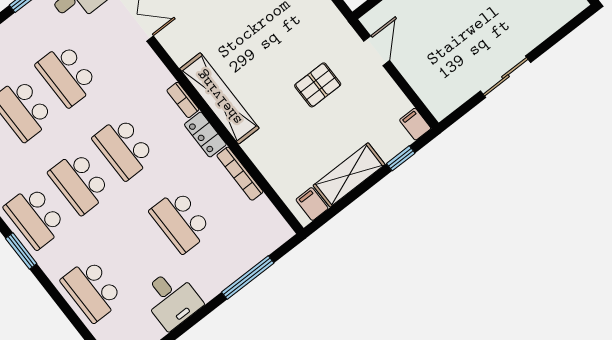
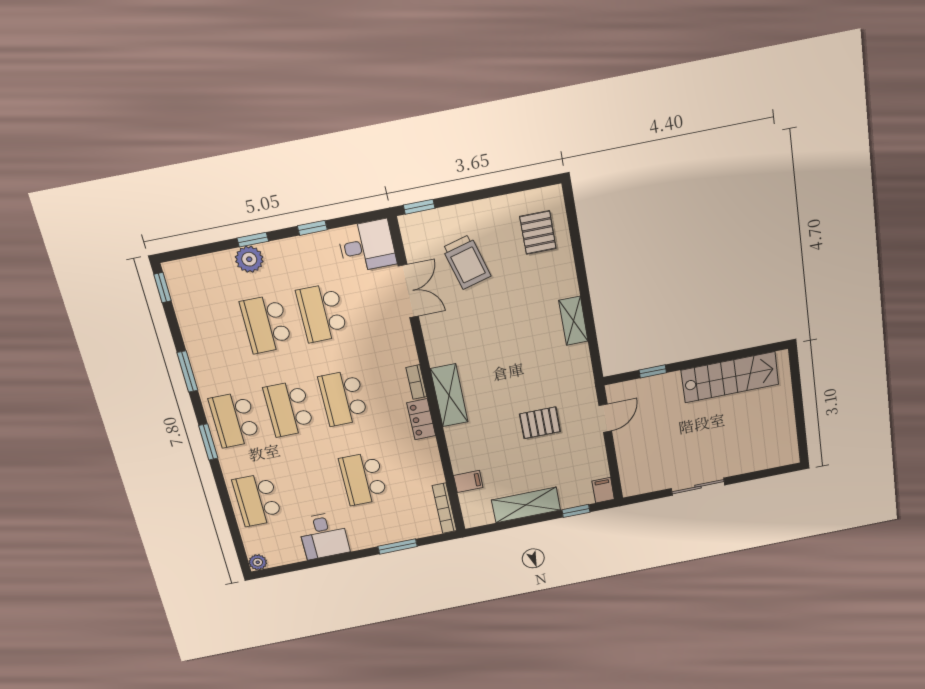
shelving: (219, 98) -> (449, 395), width x0.68
bookcase: (240, 174) -> (444, 508), moved
filing cabinet: (312, 204) -> (468, 481), moved, turned 90
window: (248, 278) -> (398, 546), width x0.69

